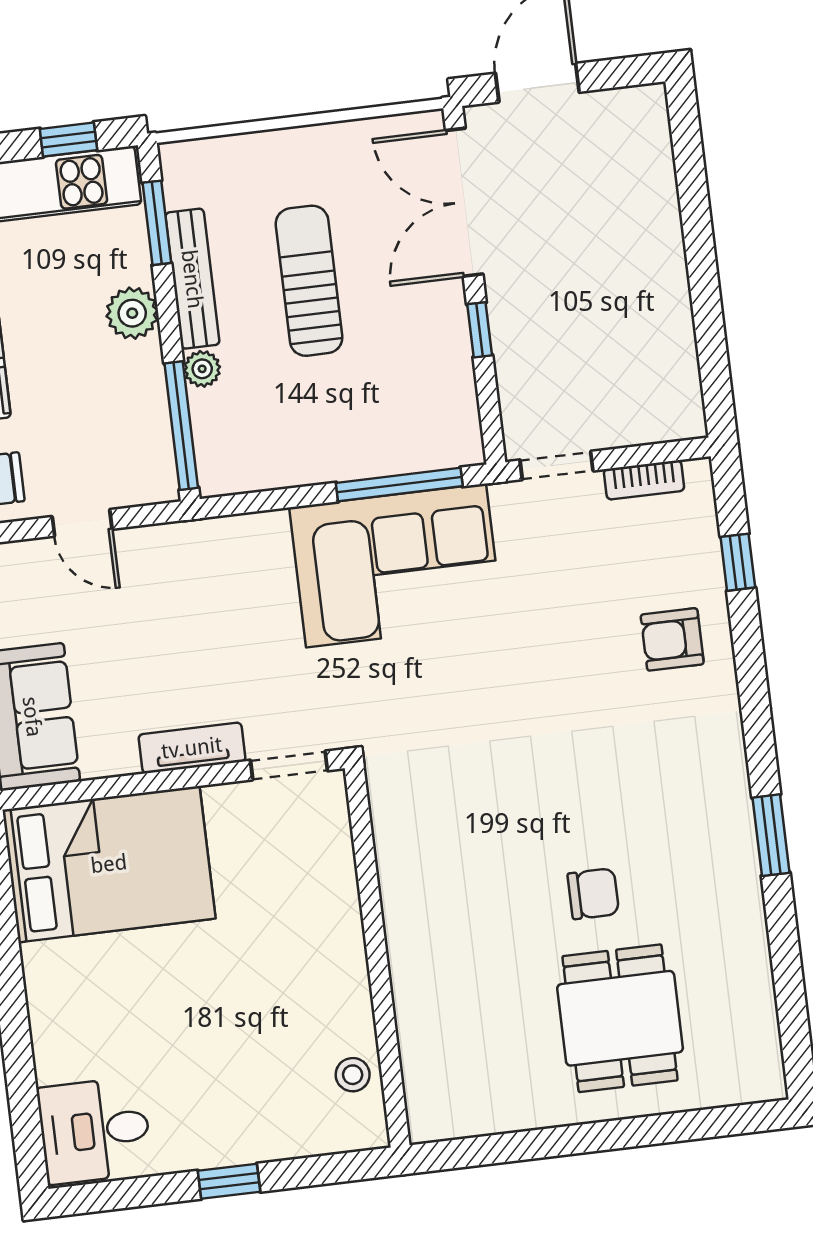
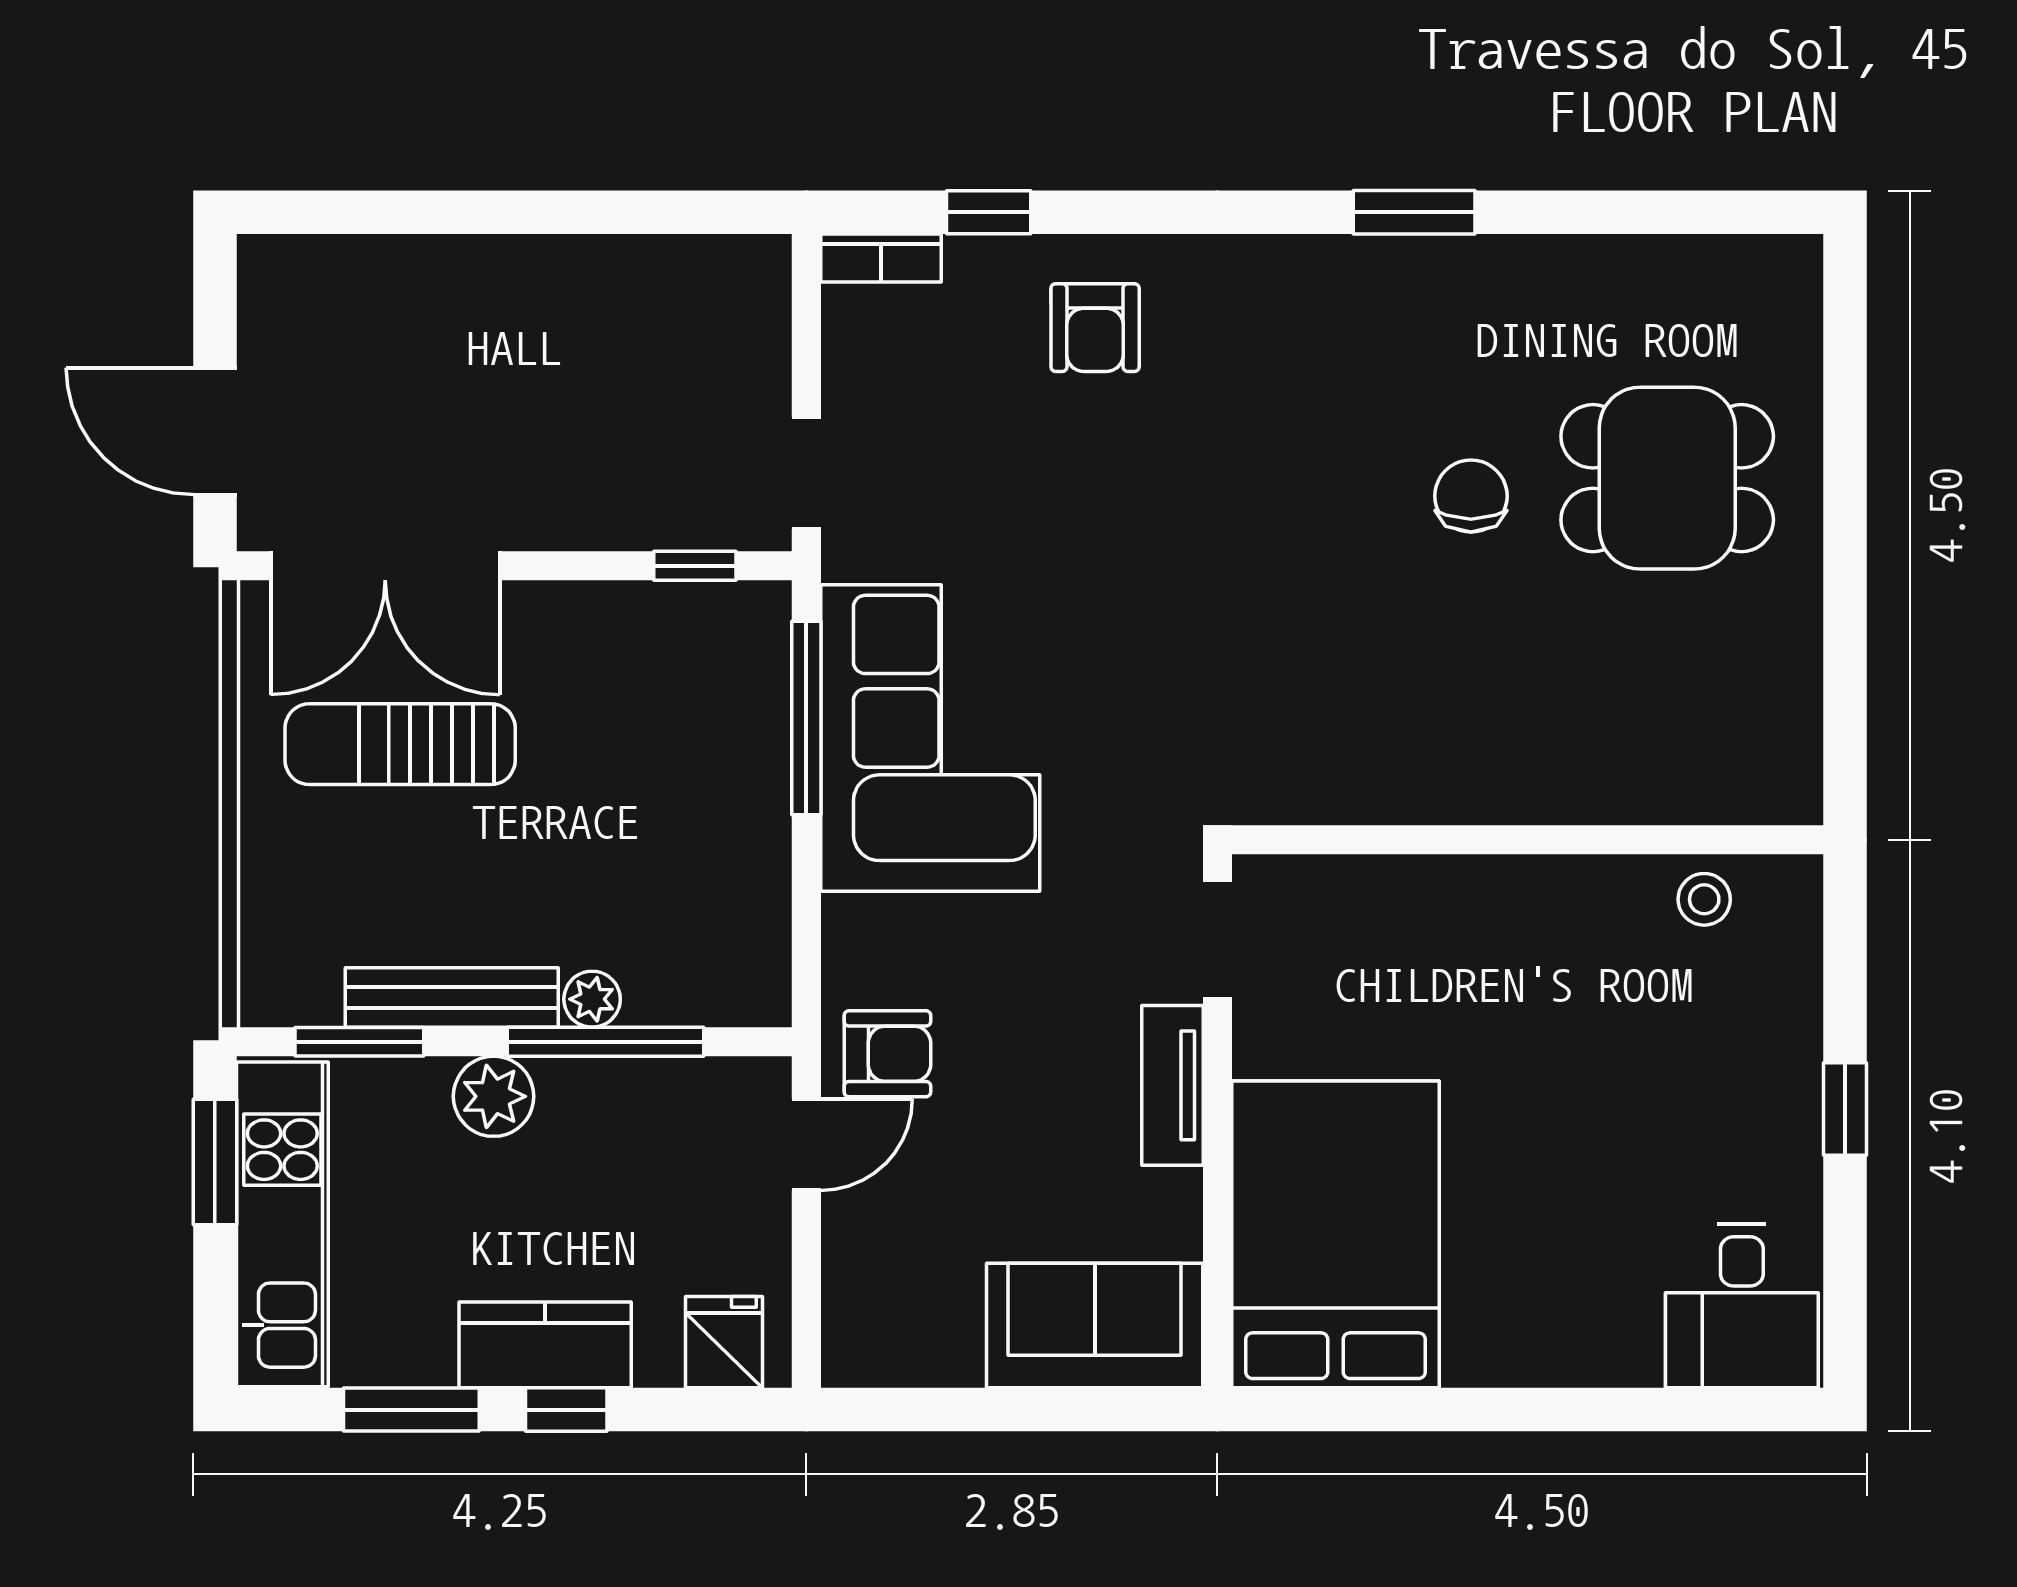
window: (68, 139) -> (215, 1162), width x1.50
sun lounger: (309, 281) -> (400, 744), moved
window: (480, 330) -> (695, 566), moved
window: (181, 426) -> (605, 1042), moved
bookcase: (644, 480) -> (881, 258), moved, turned 90
door: (82, 523) -> (806, 1145), moved
armchair: (190, 563) -> (887, 1054), added

